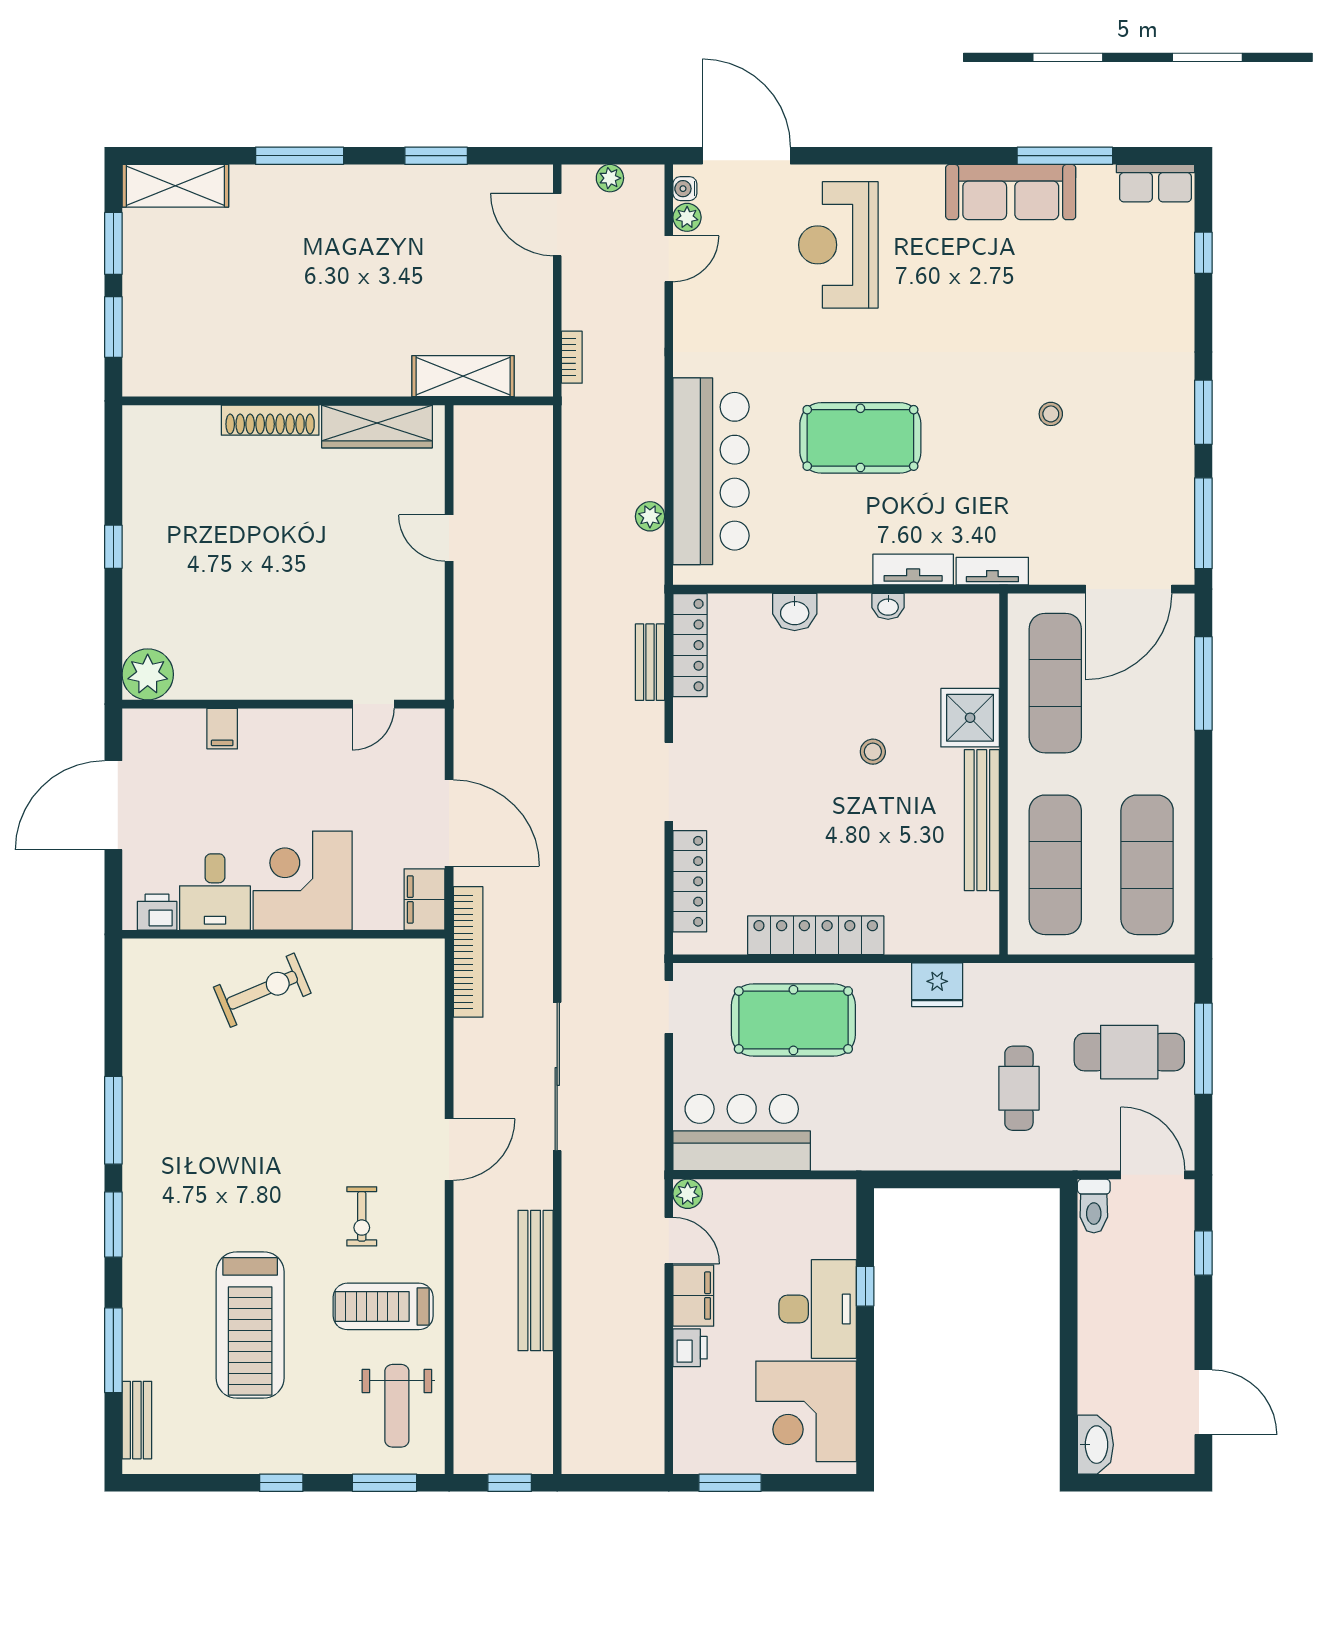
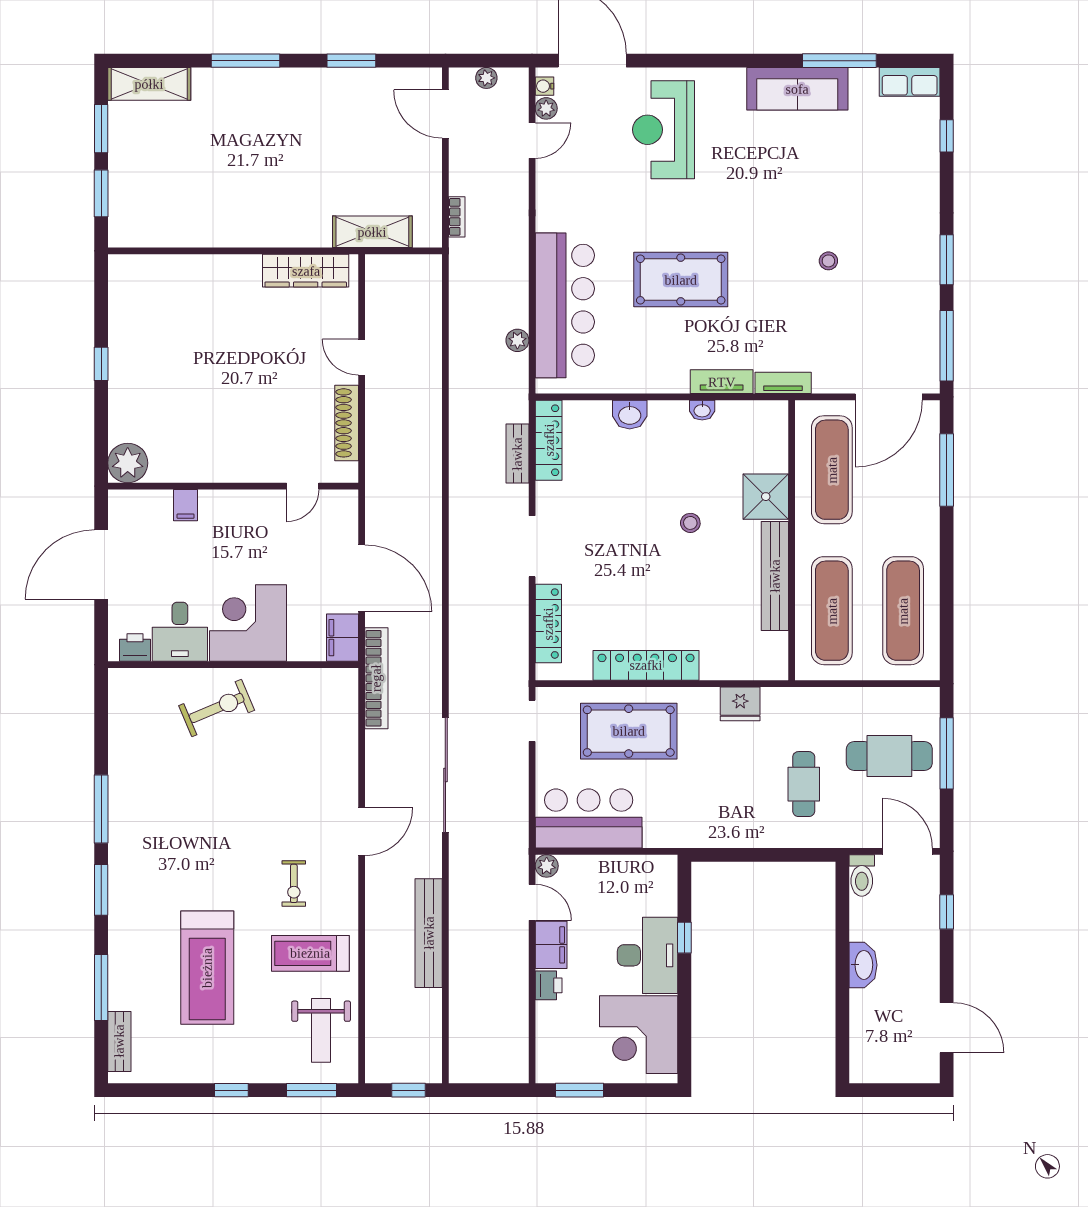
shoe rack: (270, 420) -> (347, 423), moved, turned 90
washbasin: (1095, 1445) -> (863, 965), moved

